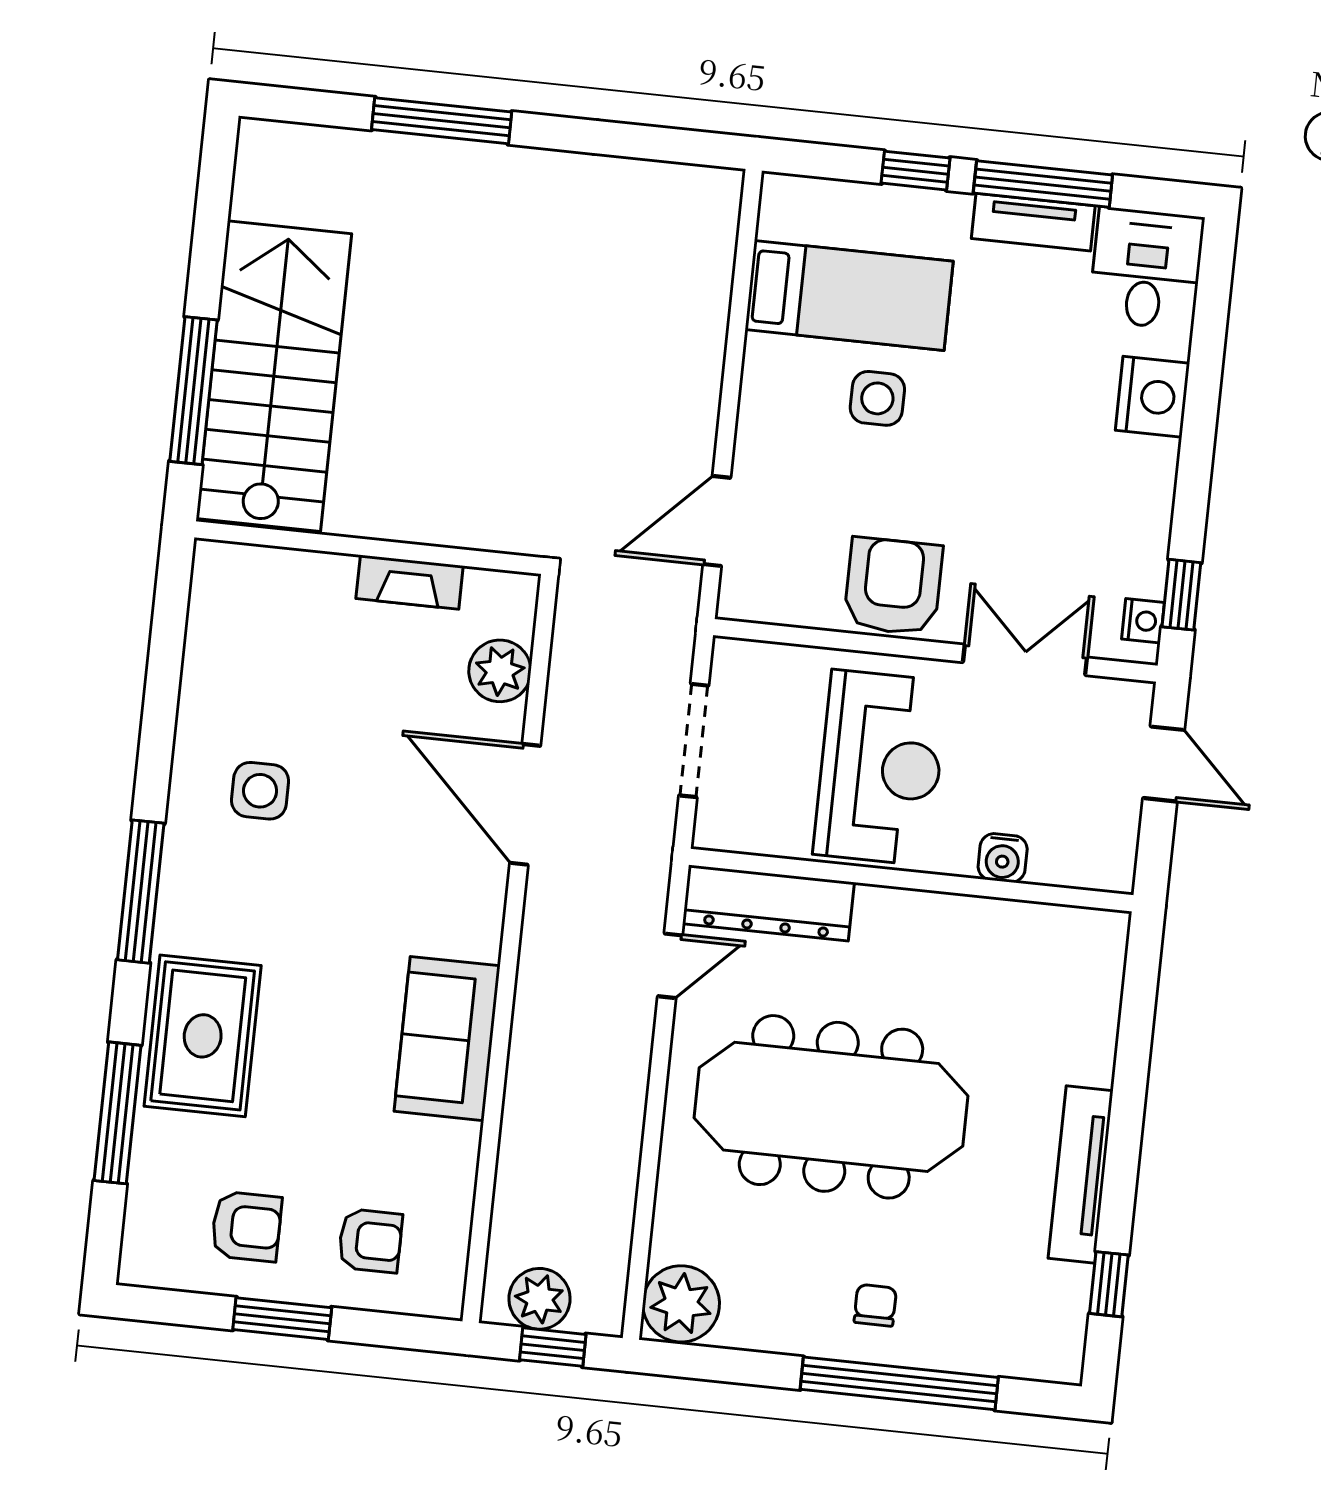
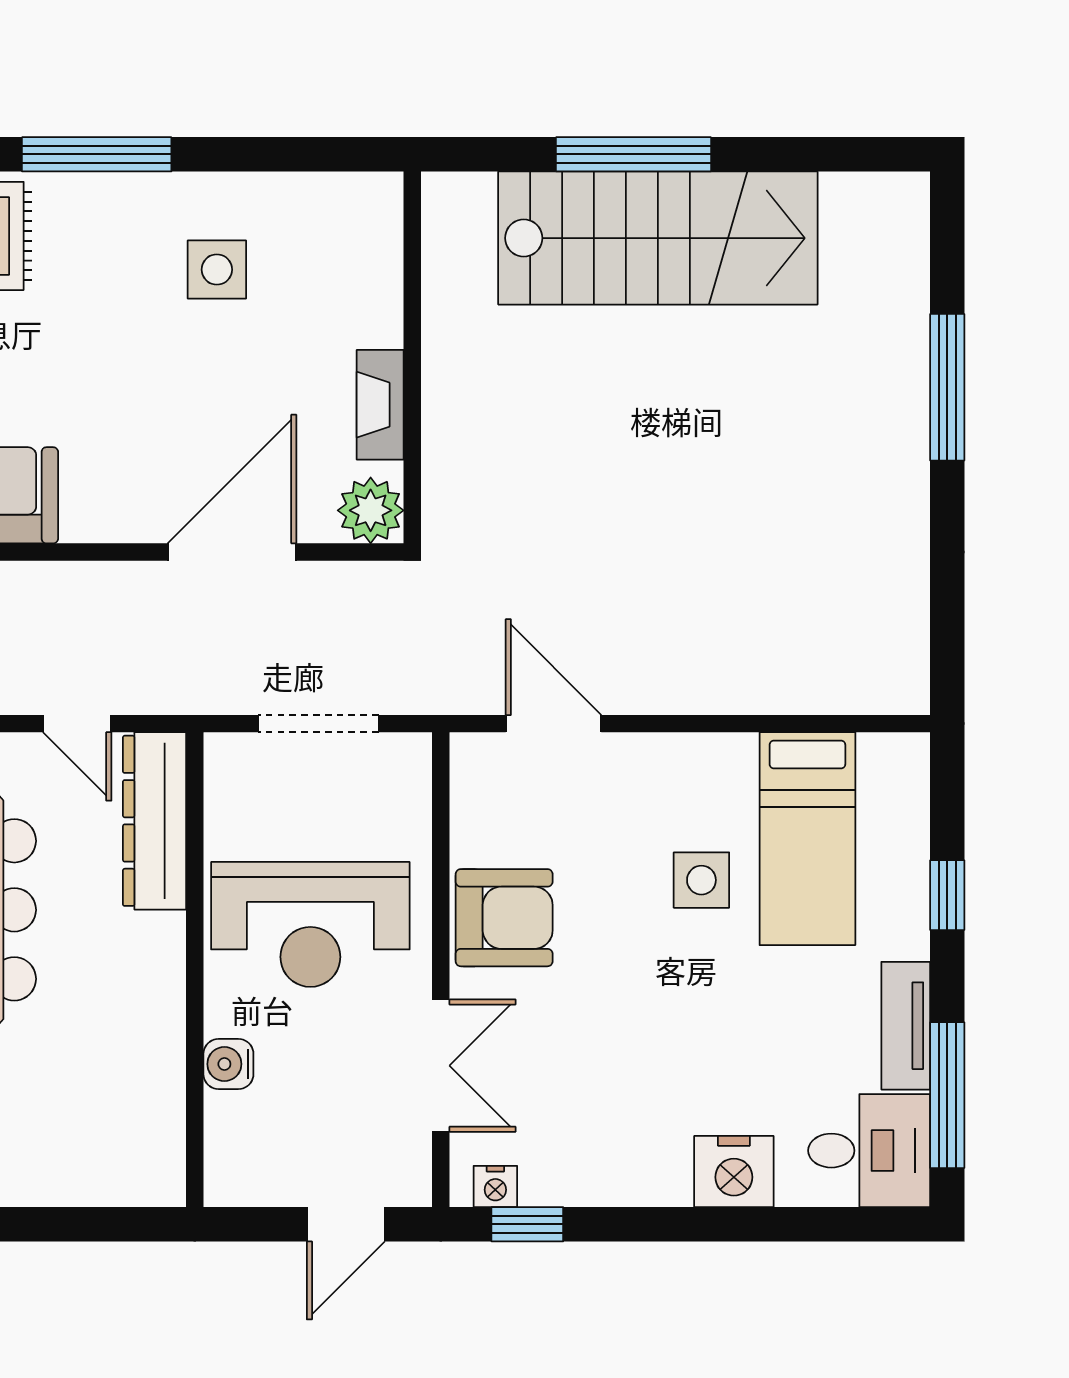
window: (1043, 184) -> (947, 1095), moved
wall: (369, 548) -> (412, 357), moved
fireplace: (410, 582) -> (380, 405), moved

